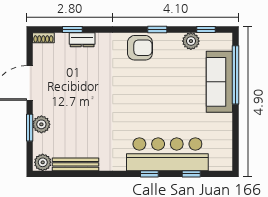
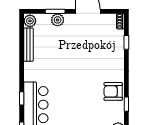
dresser: (82, 40) -> (119, 49), removed
armchair: (140, 48) -> (113, 91), turned 90

